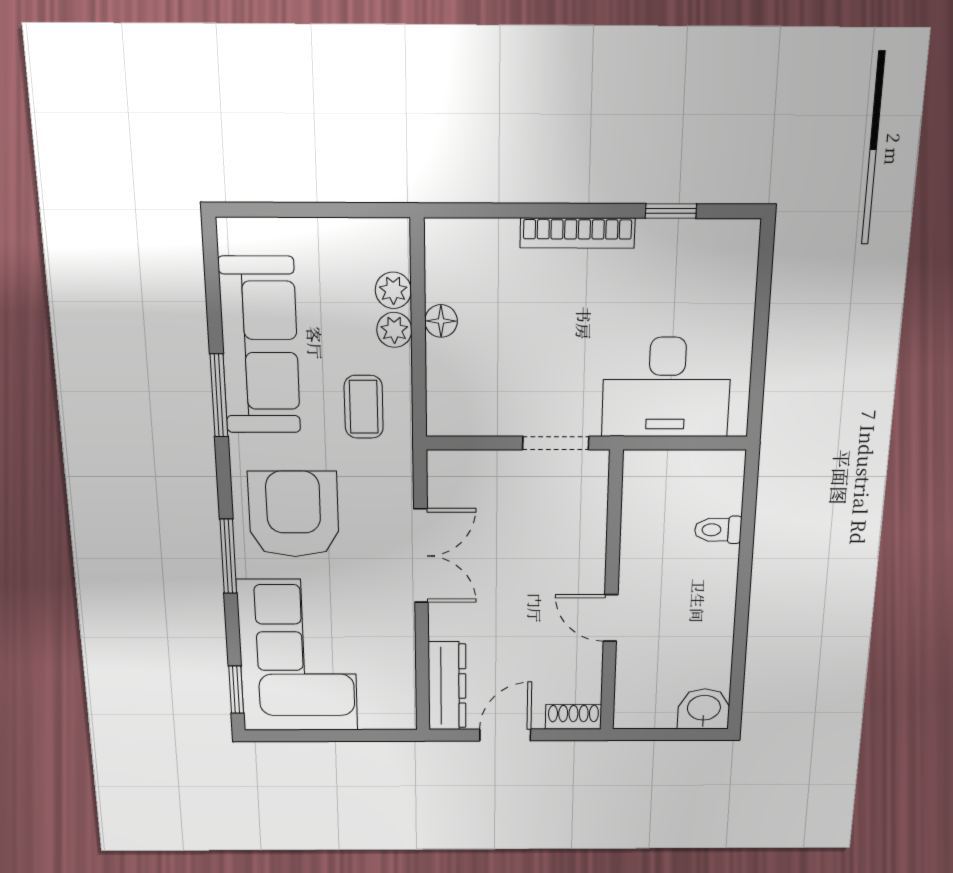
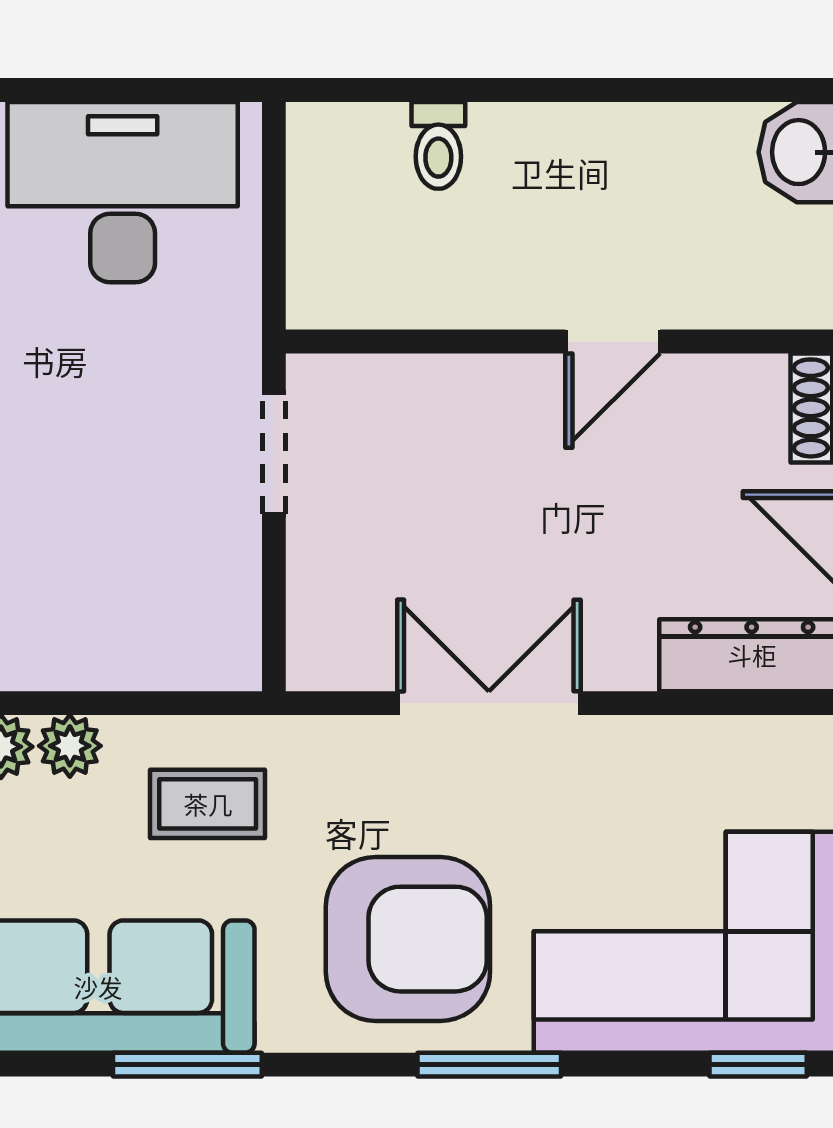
floor lamp: (441, 321) -> (54, 662), removed
desk: (666, 387) -> (123, 192), moved, turned -90
armchair: (294, 514) -> (408, 939), turned 180

